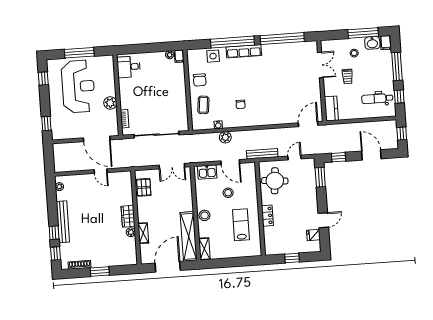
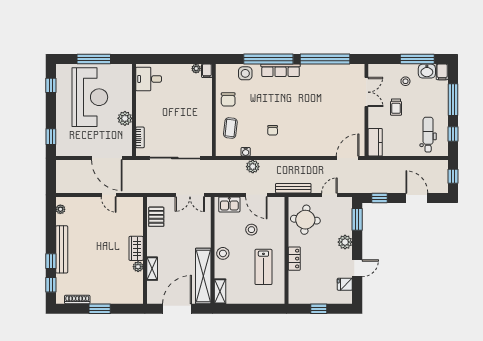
dental chair: (377, 99) -> (428, 135), turned 90
plant: (311, 198) -> (345, 242), added
lab bench: (241, 225) -> (263, 267), turned 180

